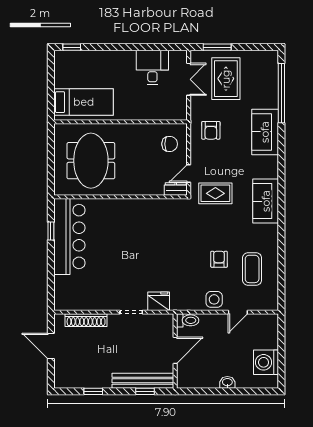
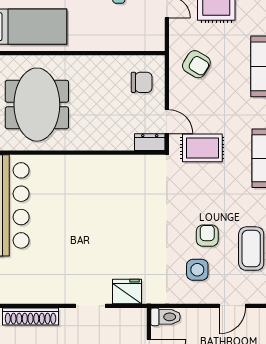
armchair: (211, 130) -> (196, 64), turned -59
door: (189, 174) -> (167, 122), swing flipped
side table: (214, 299) -> (197, 270), moved

